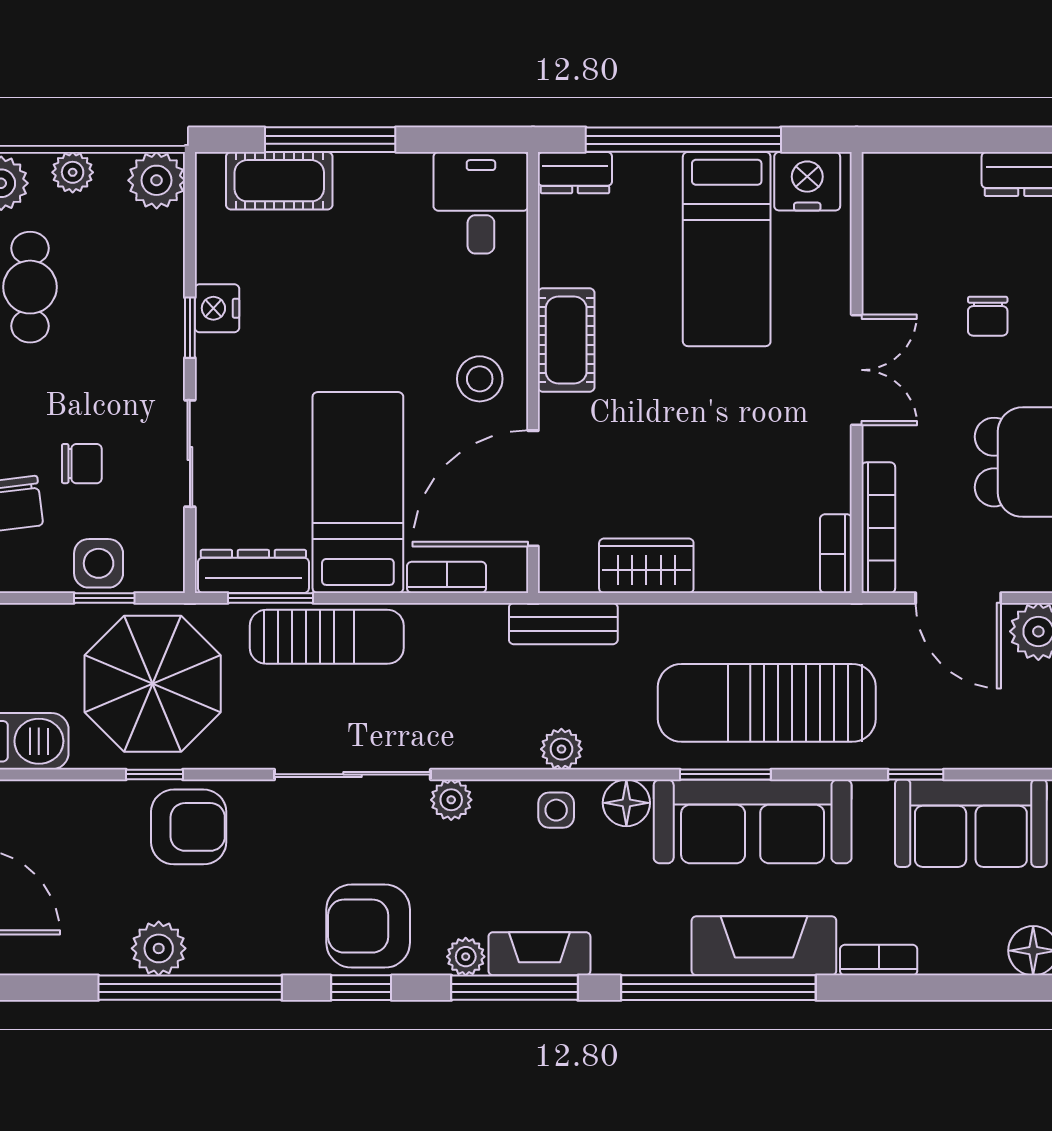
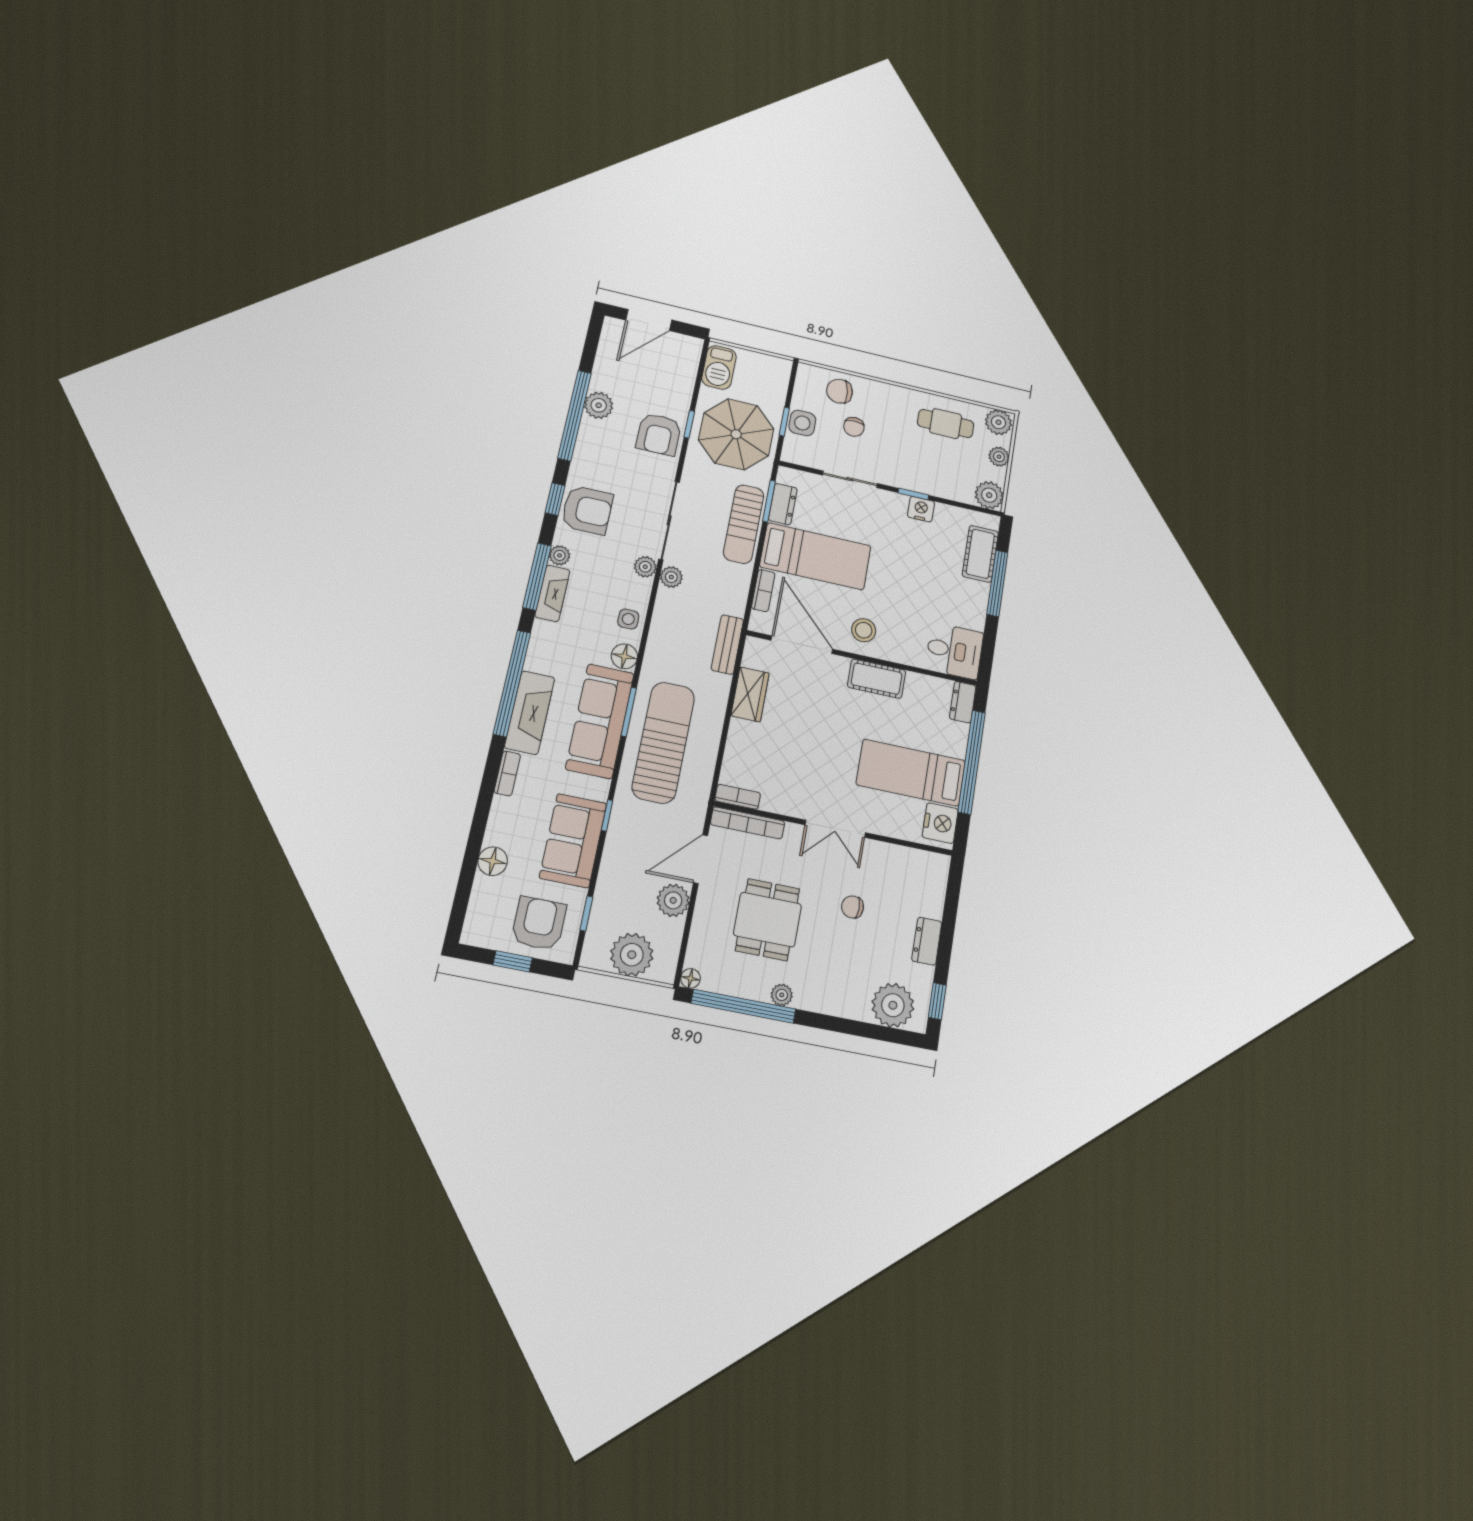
dresser: (253, 571) -> (783, 504), width x0.70
plant: (561, 749) -> (671, 577), moved
armchair: (368, 926) -> (587, 510), turned 90

